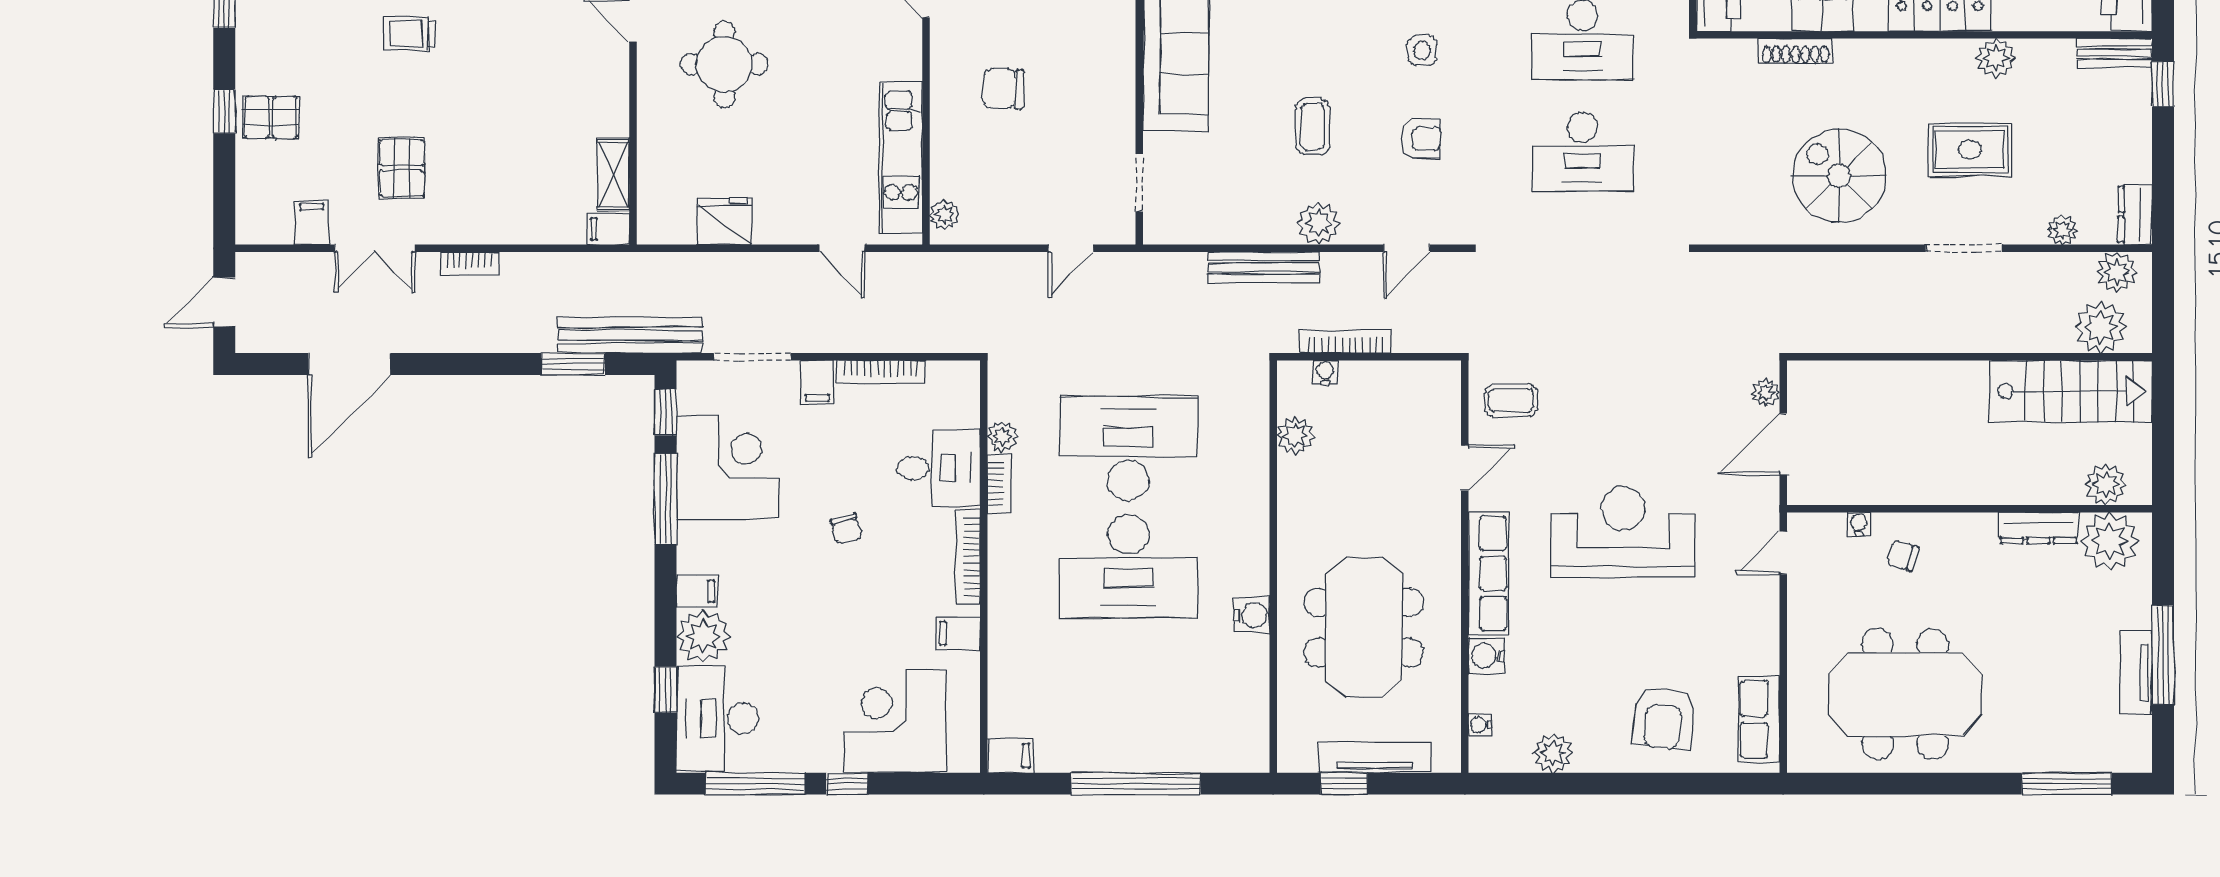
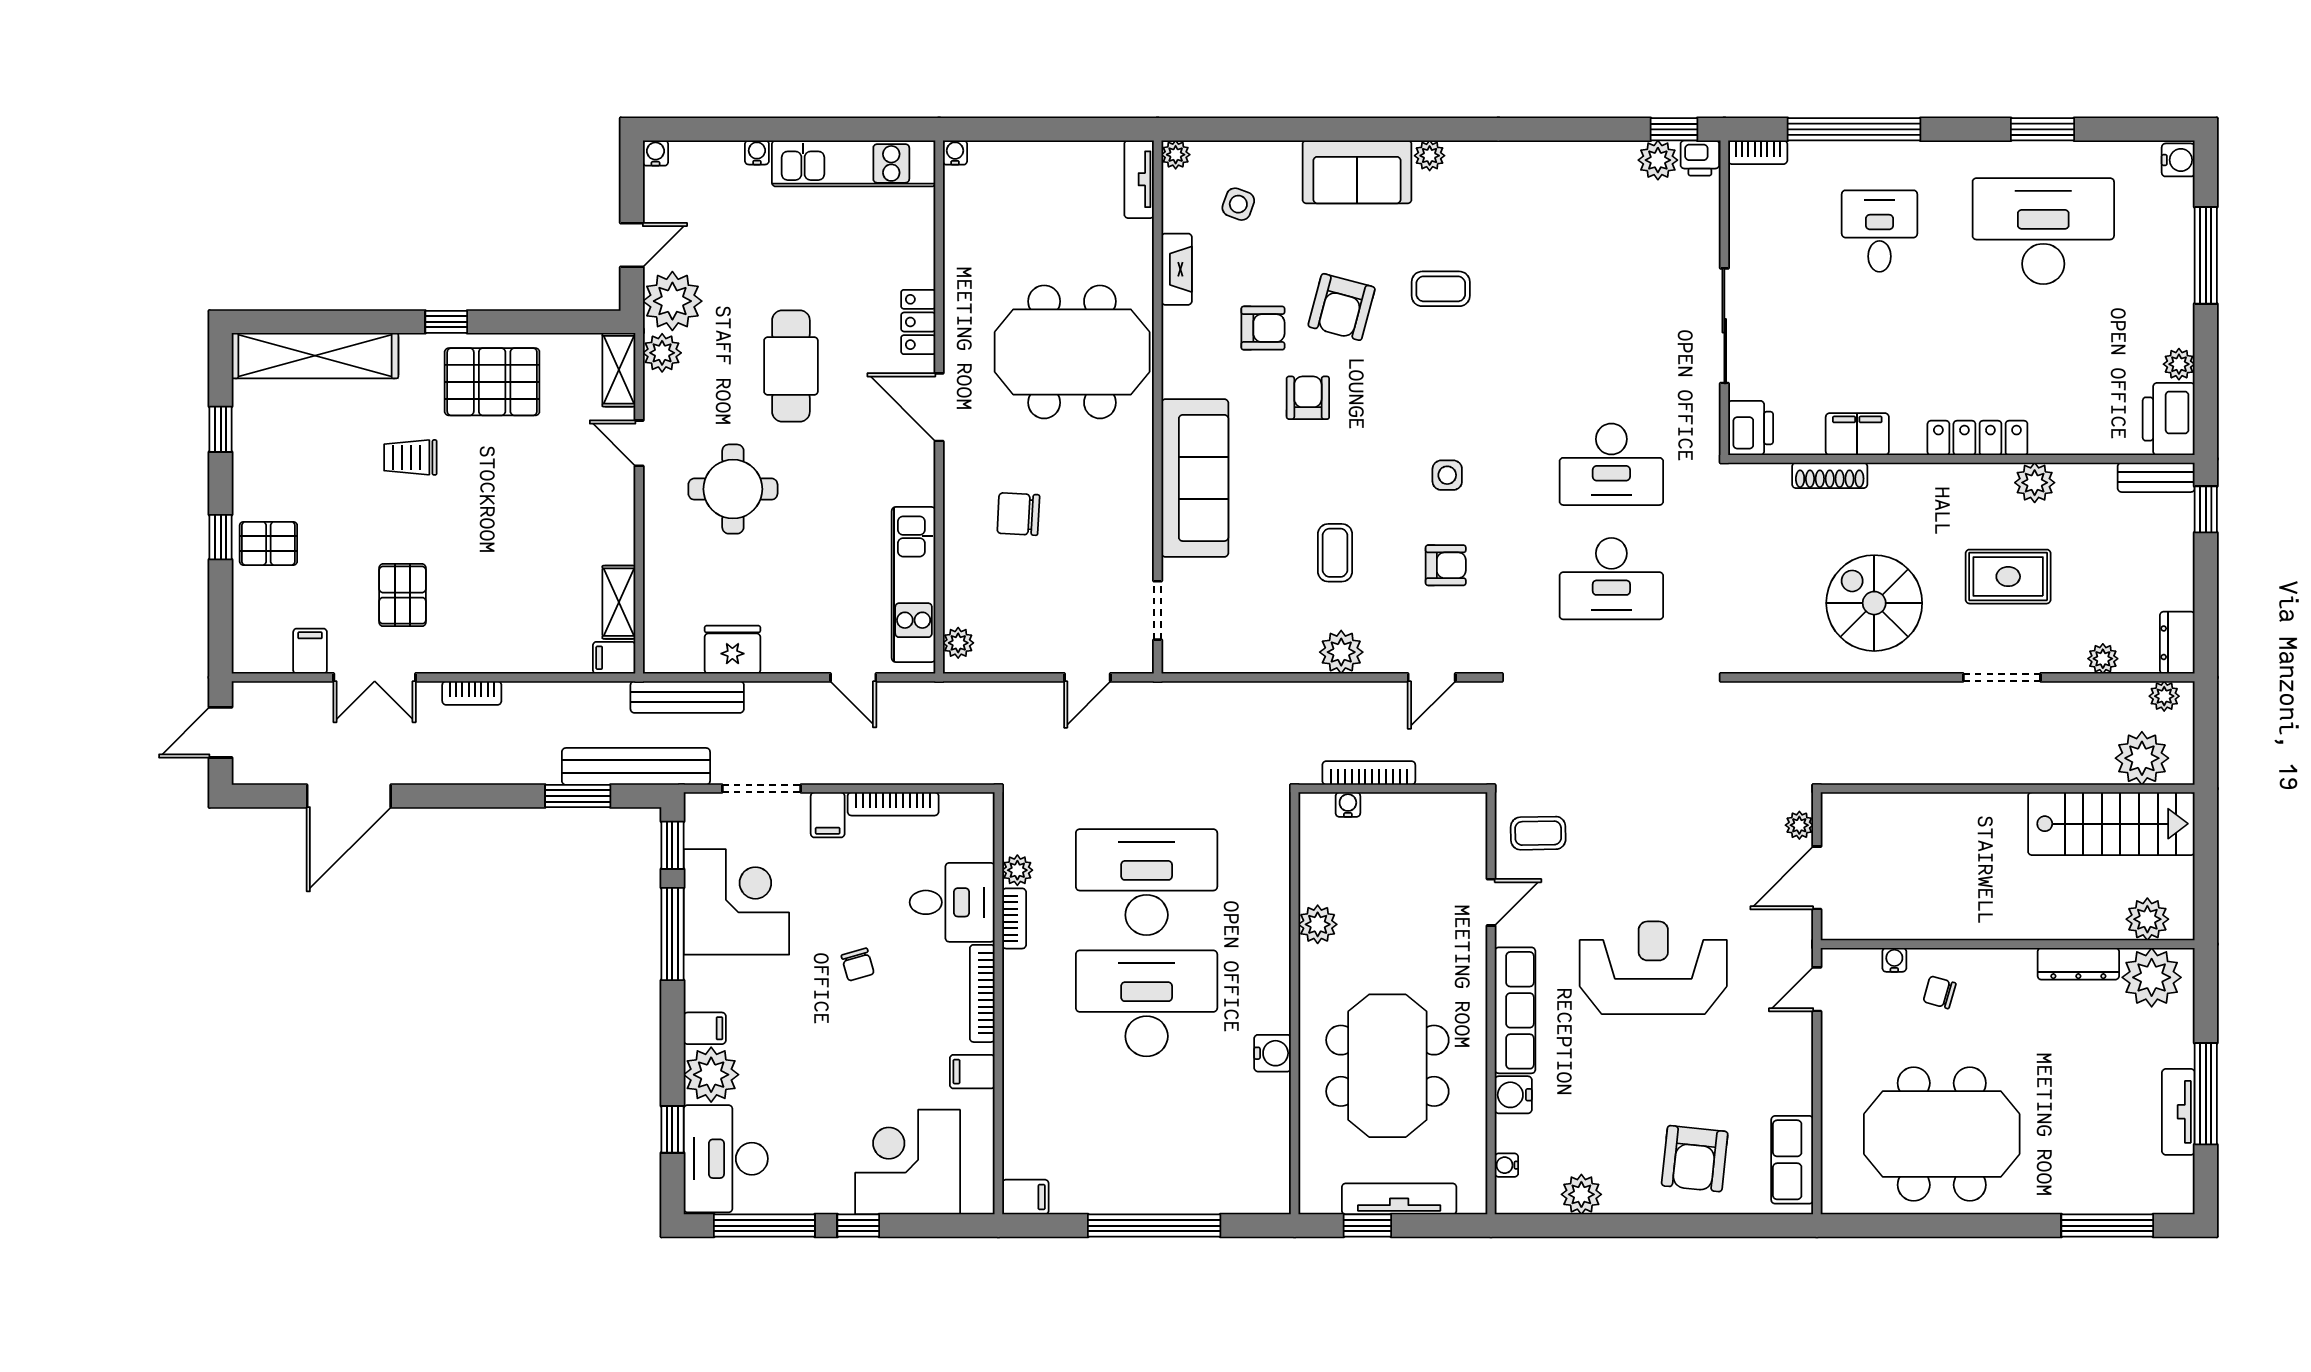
bench: (1264, 267) -> (687, 697), moved
plant: (2117, 272) -> (2164, 696), width x0.73, depth x0.73
plant: (1296, 436) -> (1318, 924), moved
desk: (1128, 567) -> (1147, 1003), turned 180

